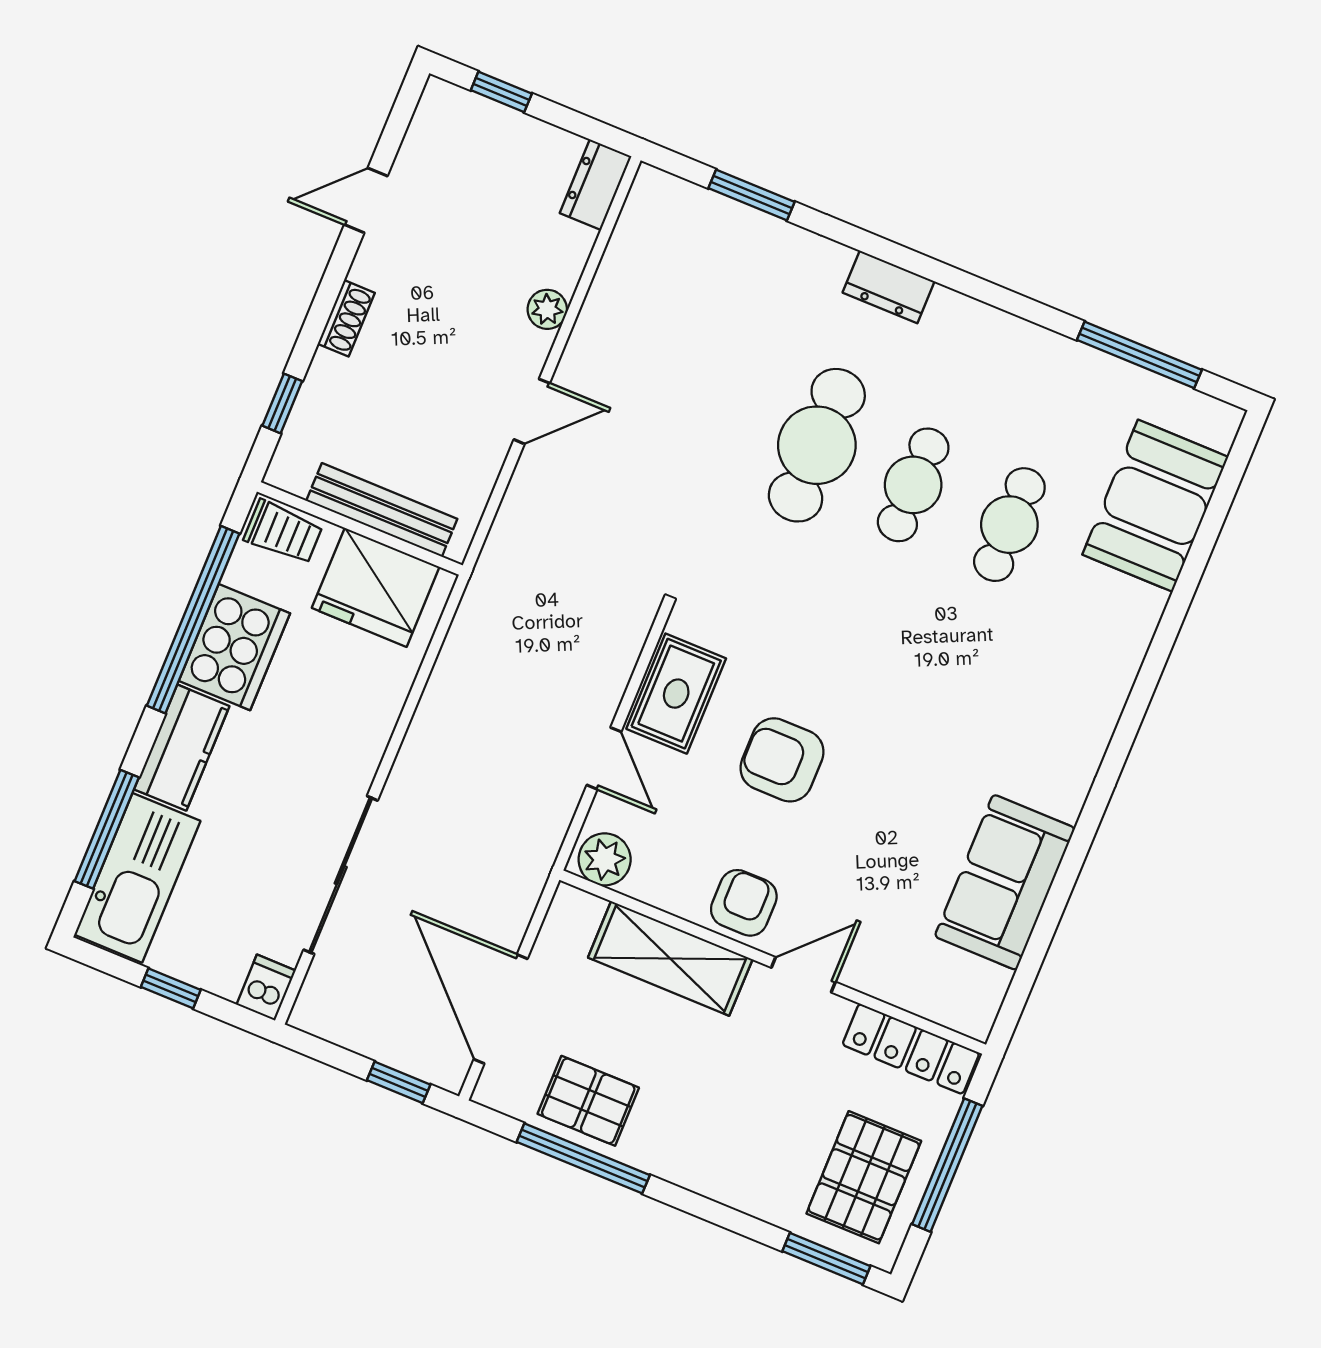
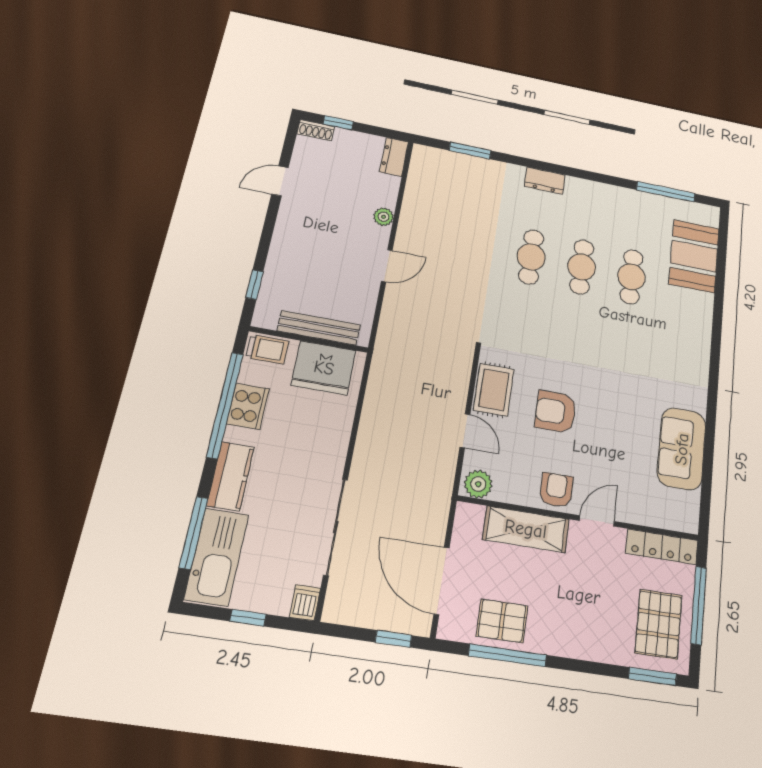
shoe rack: (346, 318) -> (316, 130), moved, turned 90
cafe table: (817, 445) -> (531, 257), width x0.73, depth x0.74
cooker: (234, 647) -> (248, 406), width x0.73, depth x0.76

